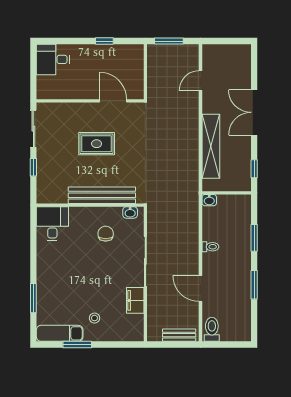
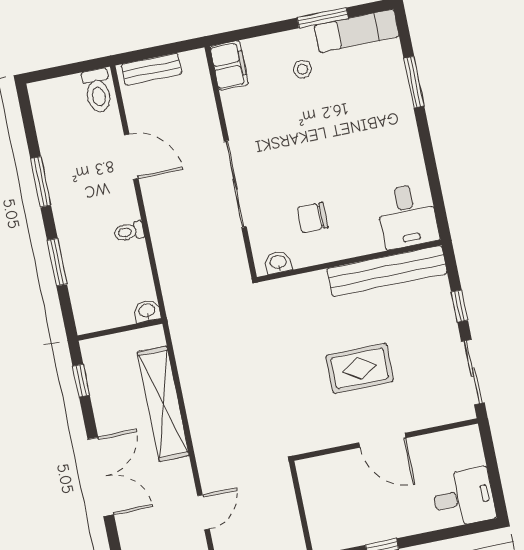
door: (113, 101) -> (382, 440), moved
bench: (102, 195) -> (387, 271), moved
chair: (106, 234) -> (313, 218), turned 90
filing cabinet: (135, 300) -> (229, 65), moved

